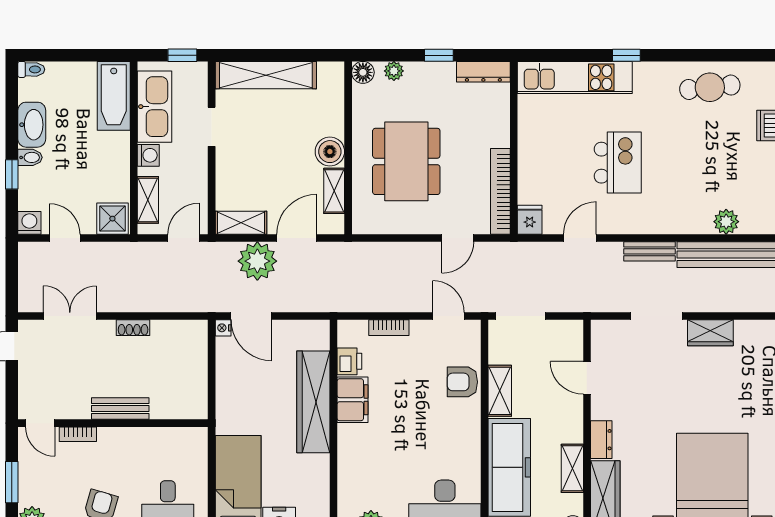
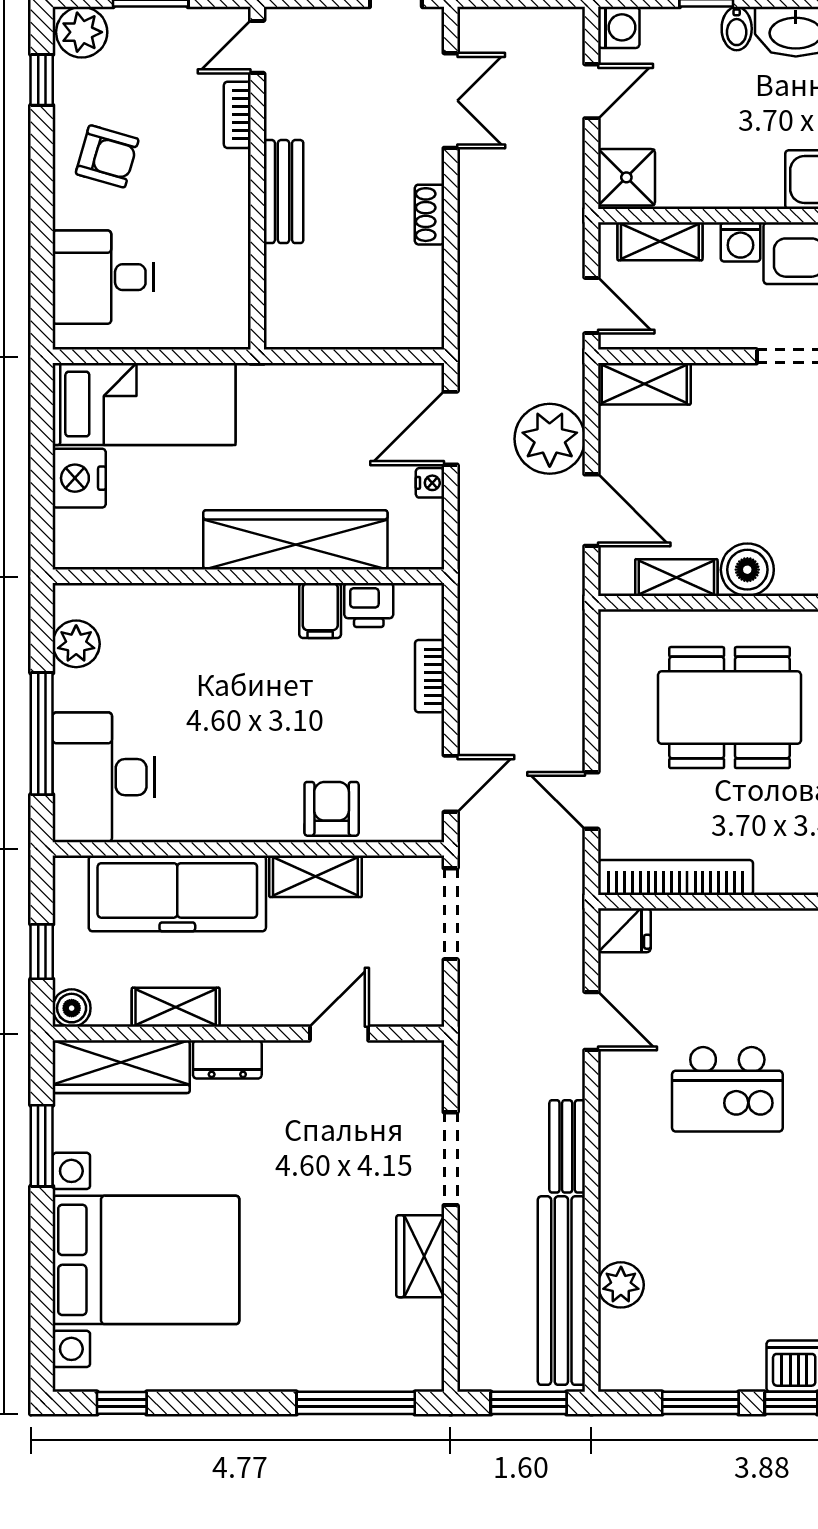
shelving: (241, 223) -> (644, 384), moved, turned 90
nightstand: (223, 328) -> (430, 483), moved, turned 90
filing cabinet: (352, 400) -> (320, 610), width x0.50

